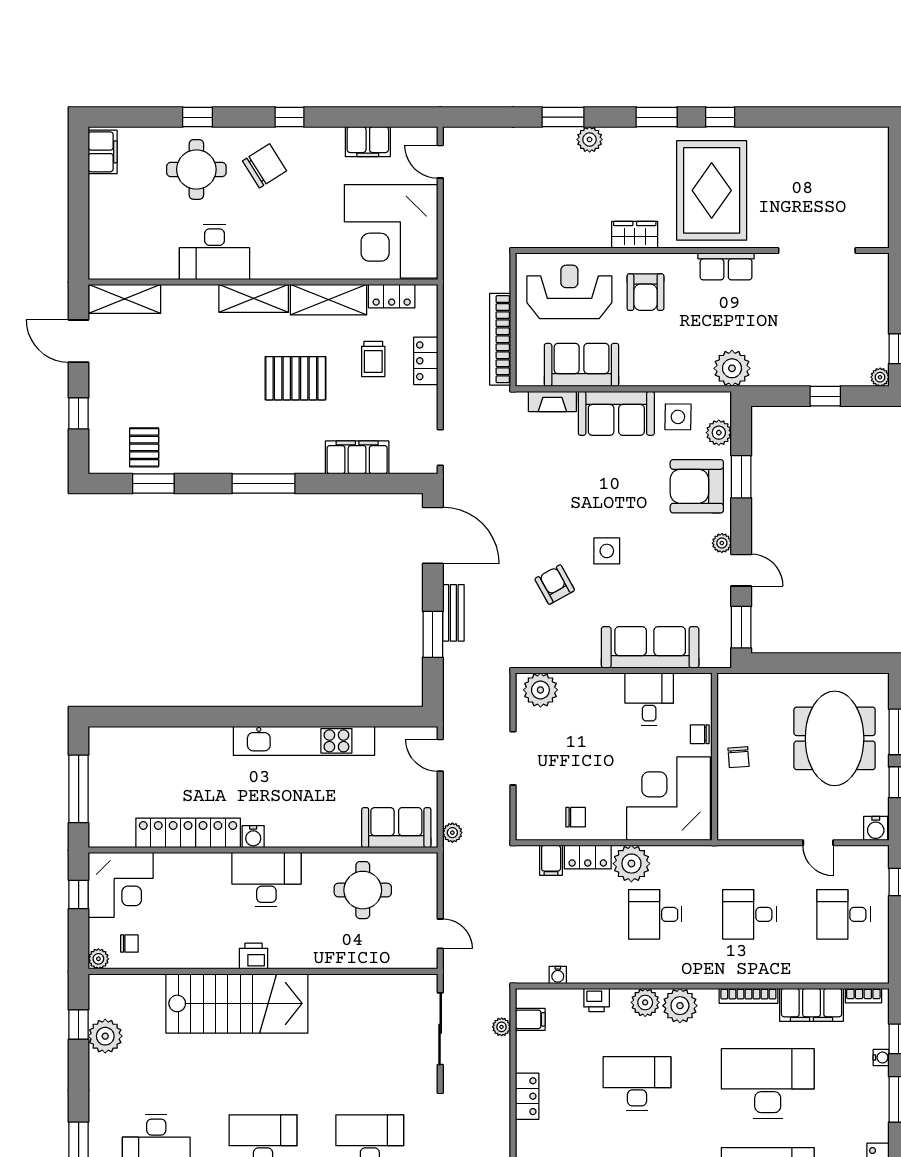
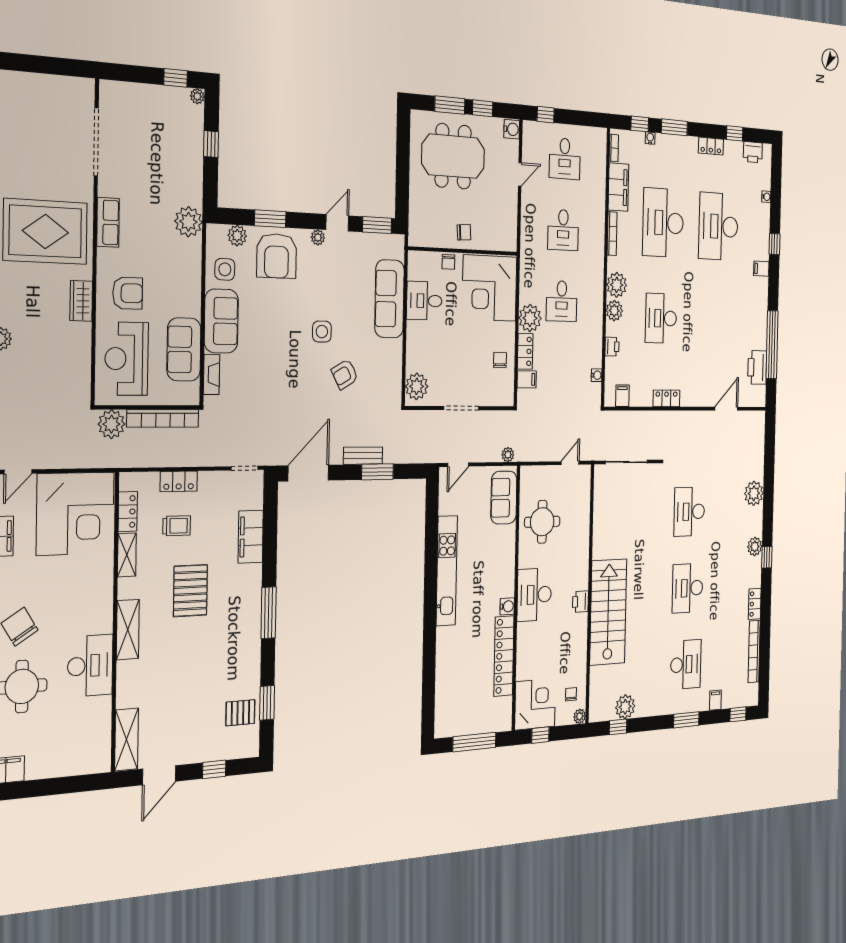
shelving: (328, 300) -> (127, 555), width x0.67, depth x0.75
plant: (502, 1027) -> (111, 424), moved, width x1.88, depth x1.88

